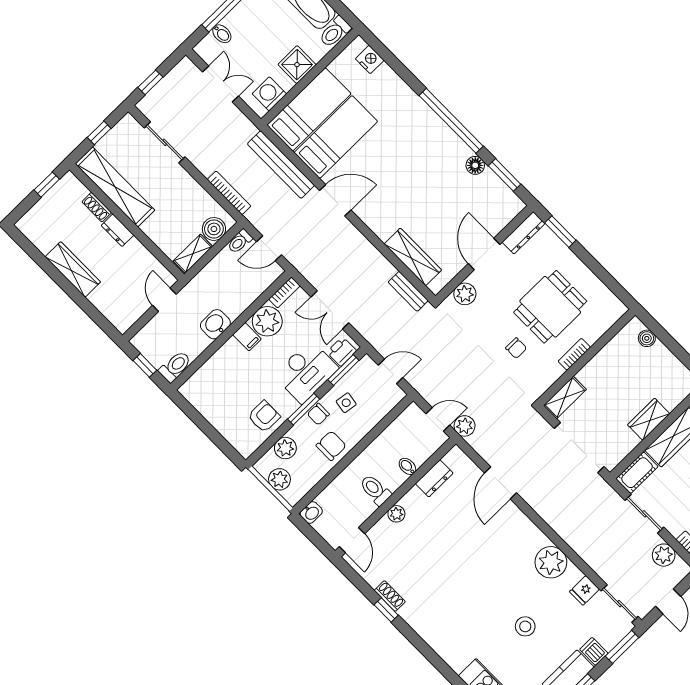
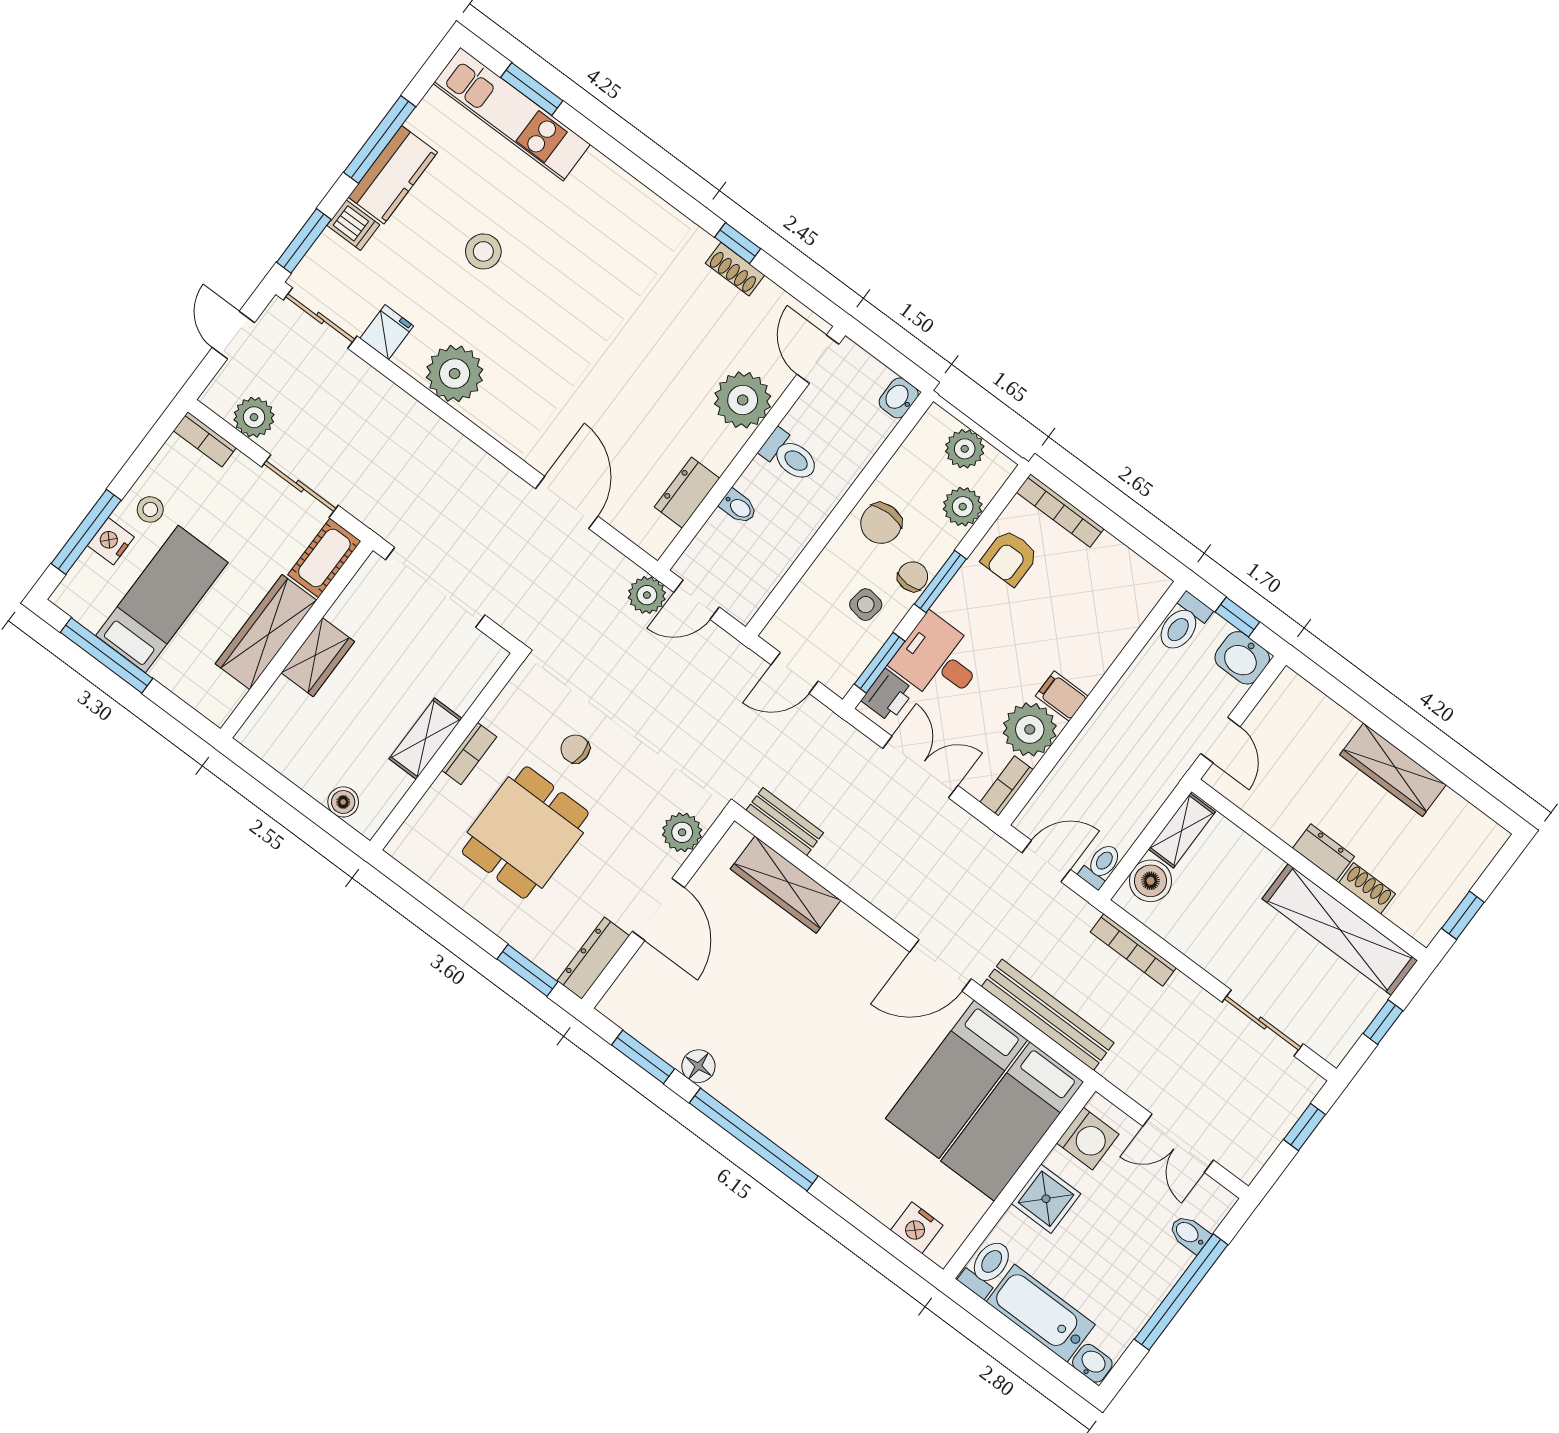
washbasin: (215, 324) -> (1242, 658), moved, turned 90
desk: (306, 372) -> (938, 660), width x0.73
shelving: (565, 397) -> (426, 739), moved
bookcase: (233, 438) -> (1060, 510), added
plant: (396, 514) -> (743, 400), width x1.87, depth x1.87

